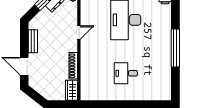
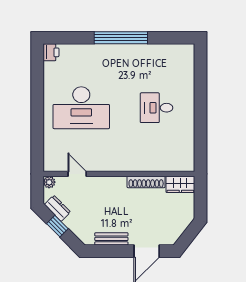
door: (79, 32) -> (77, 174), moved
desk: (126, 73) -> (157, 108), turned 90

